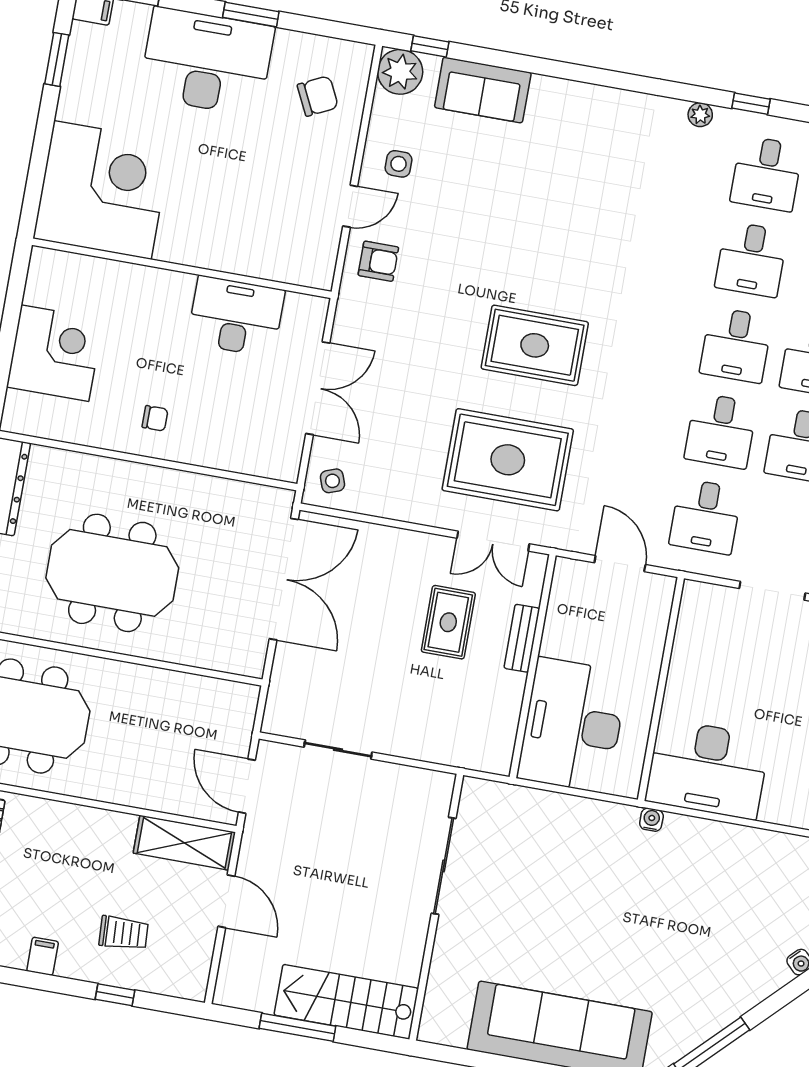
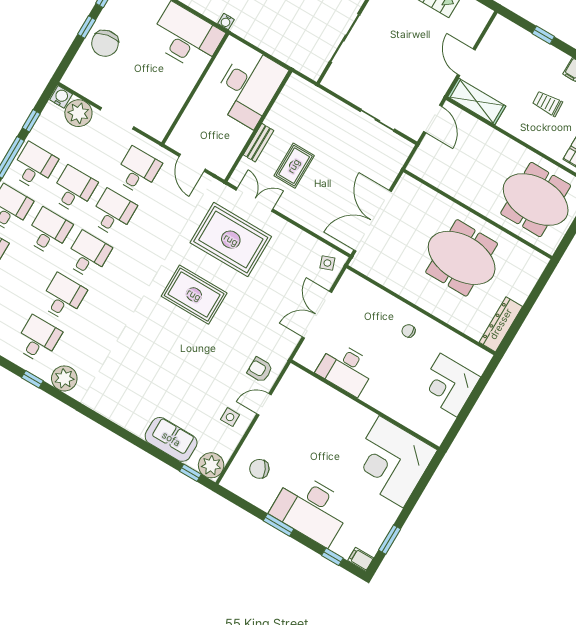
plant: (700, 115) -> (64, 378), width x1.88, depth x1.88
trolley: (124, 933) -> (547, 103), moved

